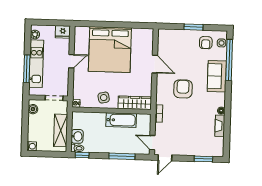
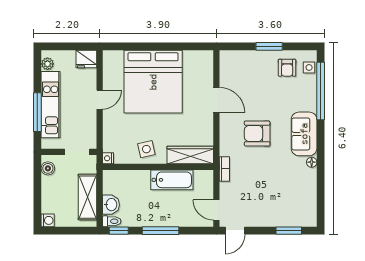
sofa: (217, 76) -> (304, 134), moved
armchair: (183, 89) -> (257, 133), turned -90
fireplace: (220, 126) -> (310, 184), removed
window: (122, 156) -> (161, 231), moved

